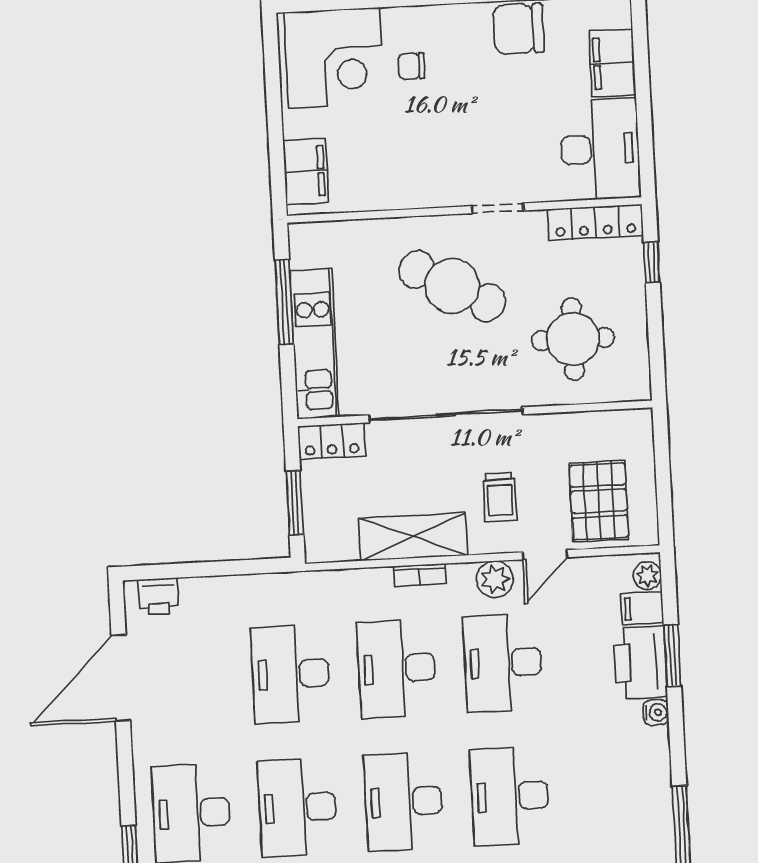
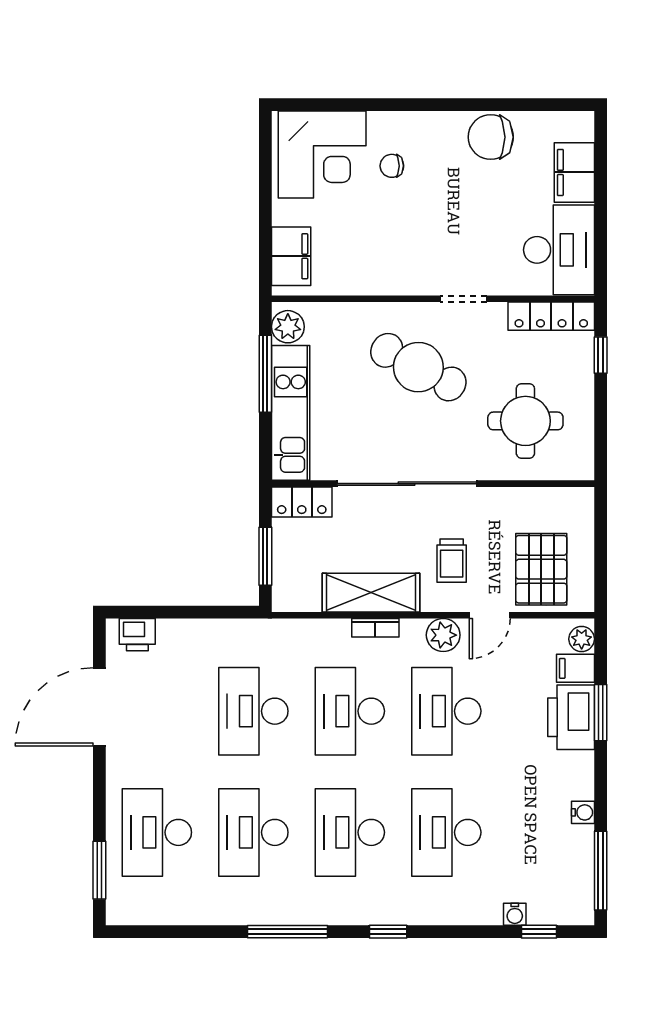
plant: (306, 249) -> (288, 327), added
water cooler: (656, 712) -> (583, 812), moved

